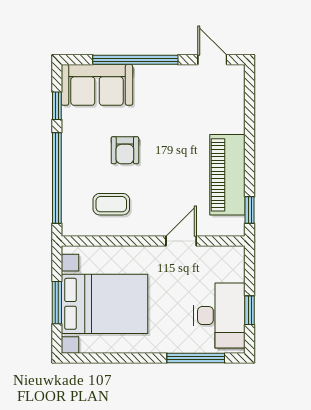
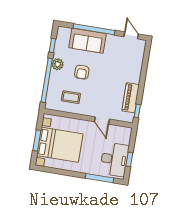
sofa: (97, 85) -> (88, 41), moved
plant: (74, 142) -> (58, 64), added
piano: (227, 175) -> (131, 98), width x0.73, depth x0.75
door: (181, 241) -> (102, 120), swing flipped

